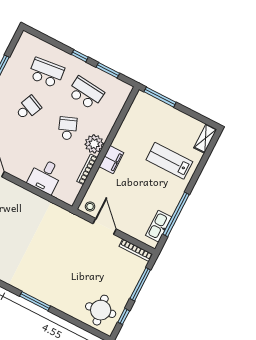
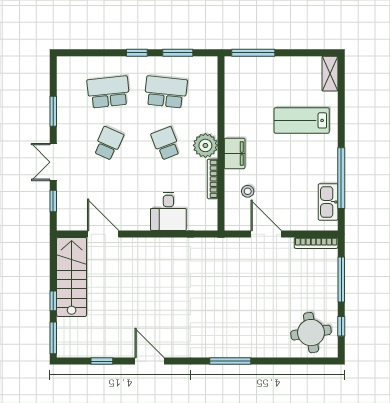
stool: (90, 207) -> (248, 191), moved

